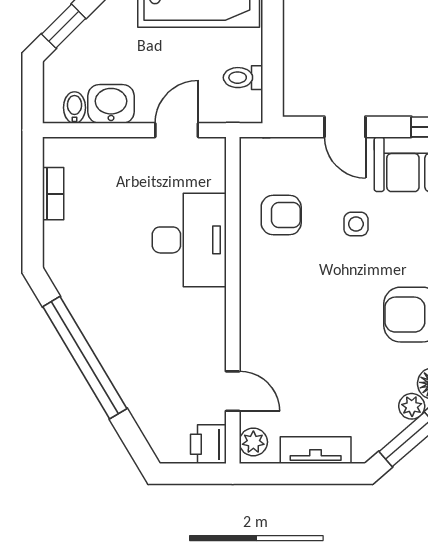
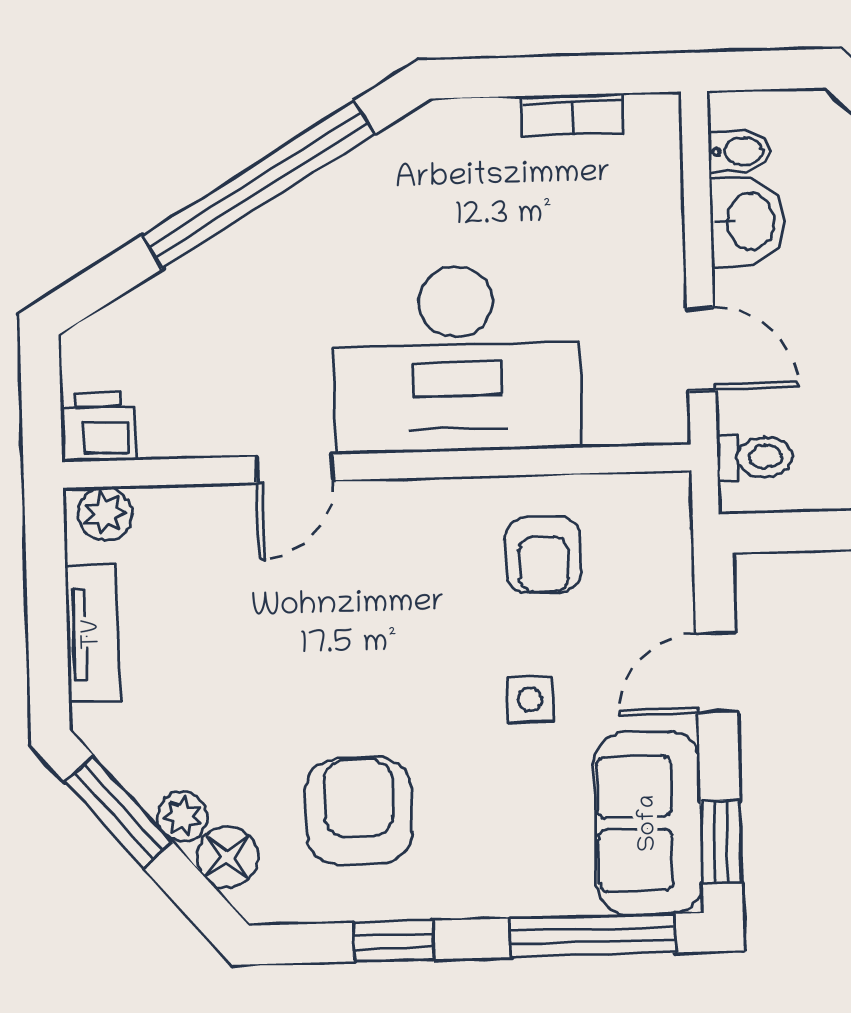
toilet: (243, 78) -> (755, 457), moved, turned 90
desk: (189, 240) -> (457, 359), width x1.36, depth x1.30
door: (233, 391) -> (295, 468), moved

